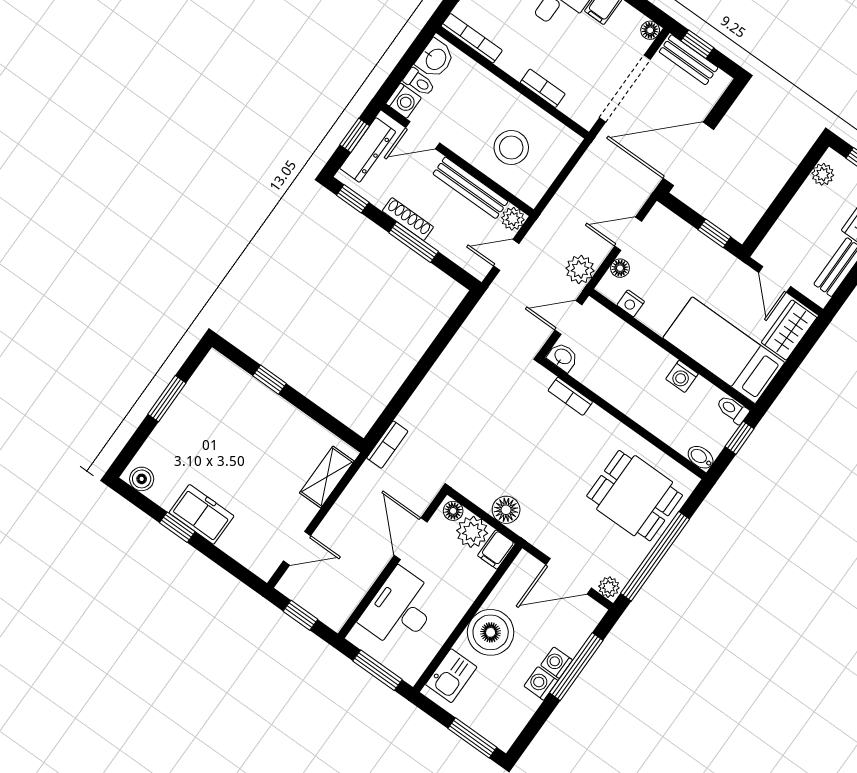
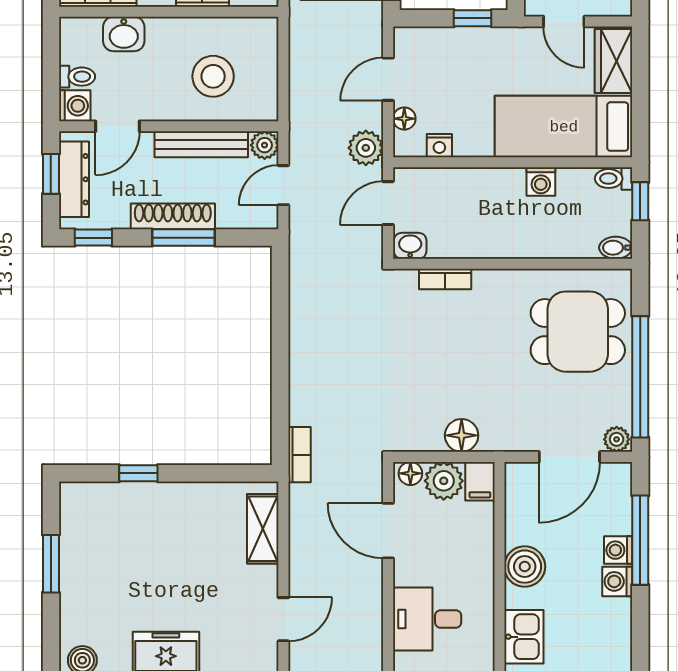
washbasin: (435, 59) -> (124, 34), moved, turned 90
shoe rack: (408, 219) -> (173, 216), width x1.36, depth x1.24
desk: (400, 609) -> (427, 619), width x0.73
boiler: (491, 632) -> (525, 567), width x0.73, depth x0.73

